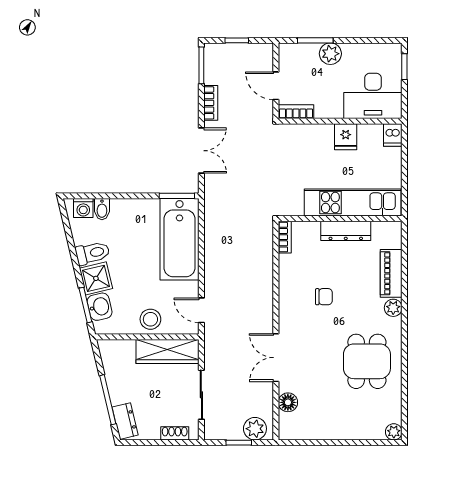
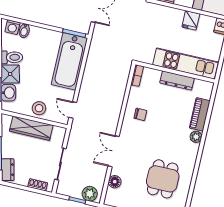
chair: (324, 297) -> (140, 114), moved
wardrobe: (167, 351) -> (31, 128), moved
dining table: (367, 361) -> (163, 179), moved

